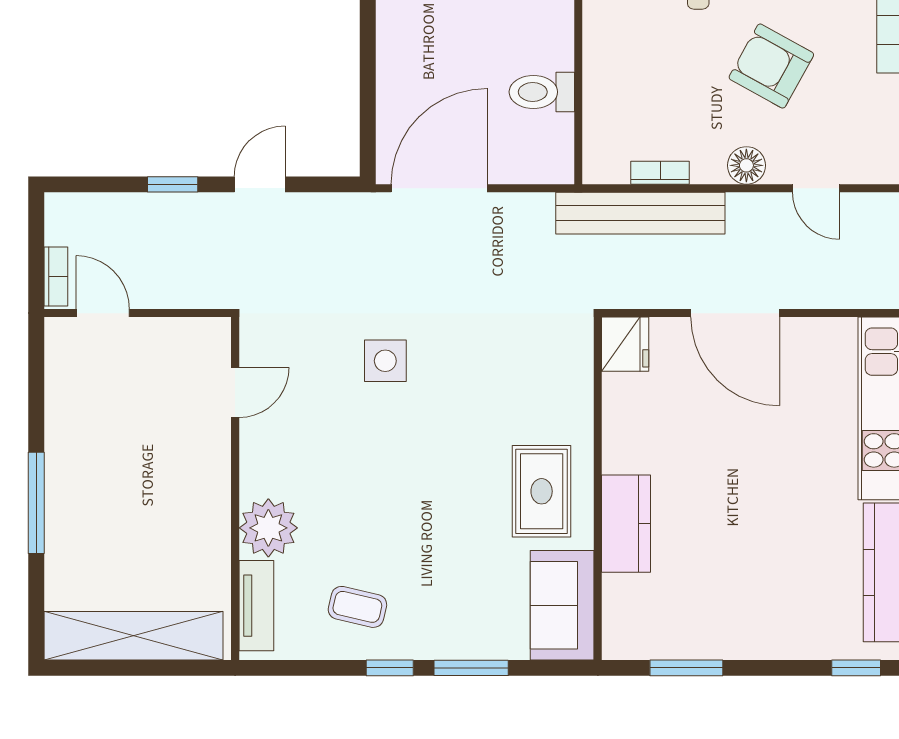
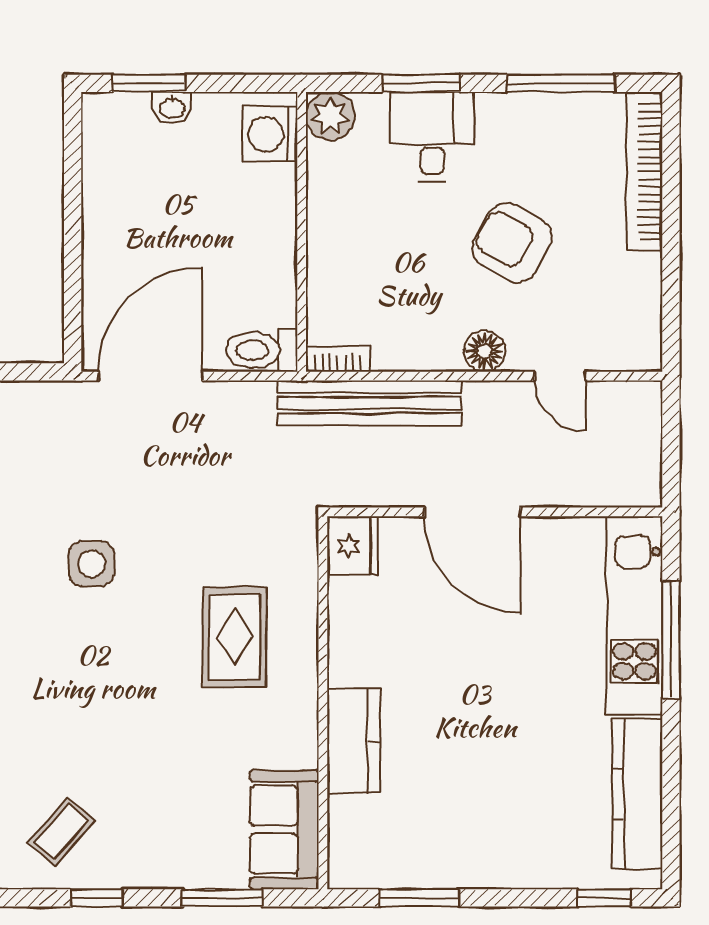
toilet: (542, 92) -> (262, 350), moved
bookcase: (660, 173) -> (338, 359), moved
rug: (542, 491) -> (235, 637), moved
coffee table: (357, 607) -> (61, 832), turned -62
window: (471, 668) -> (222, 898), moved

